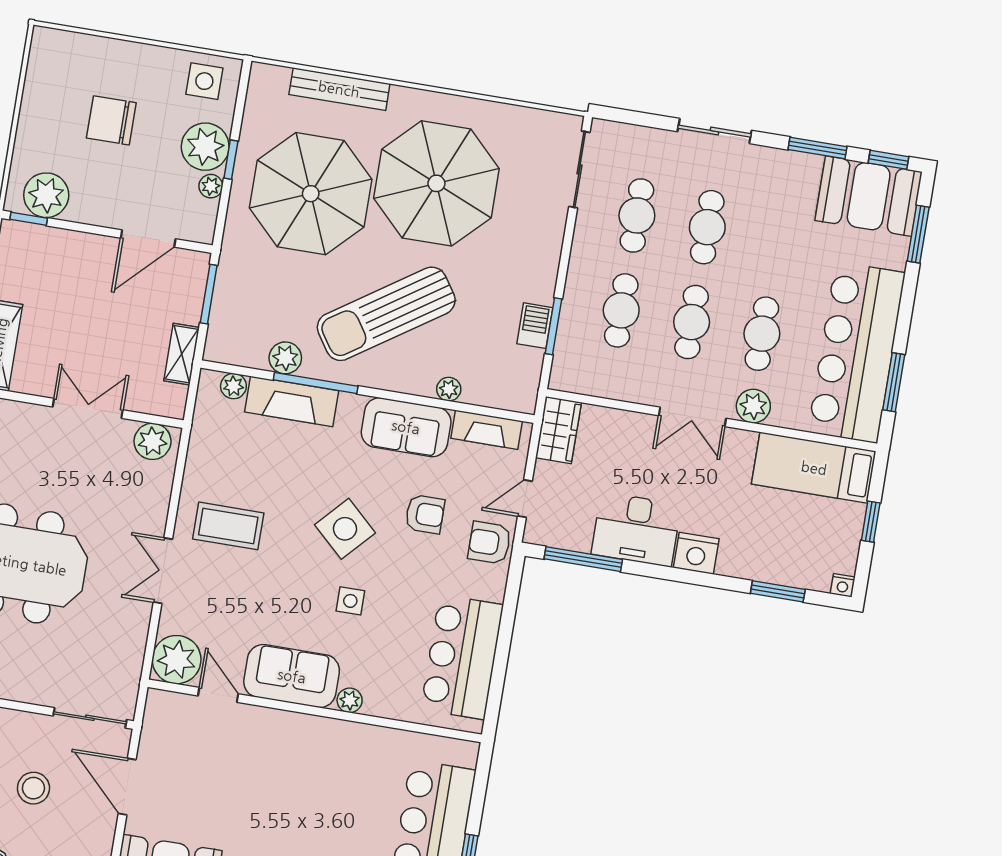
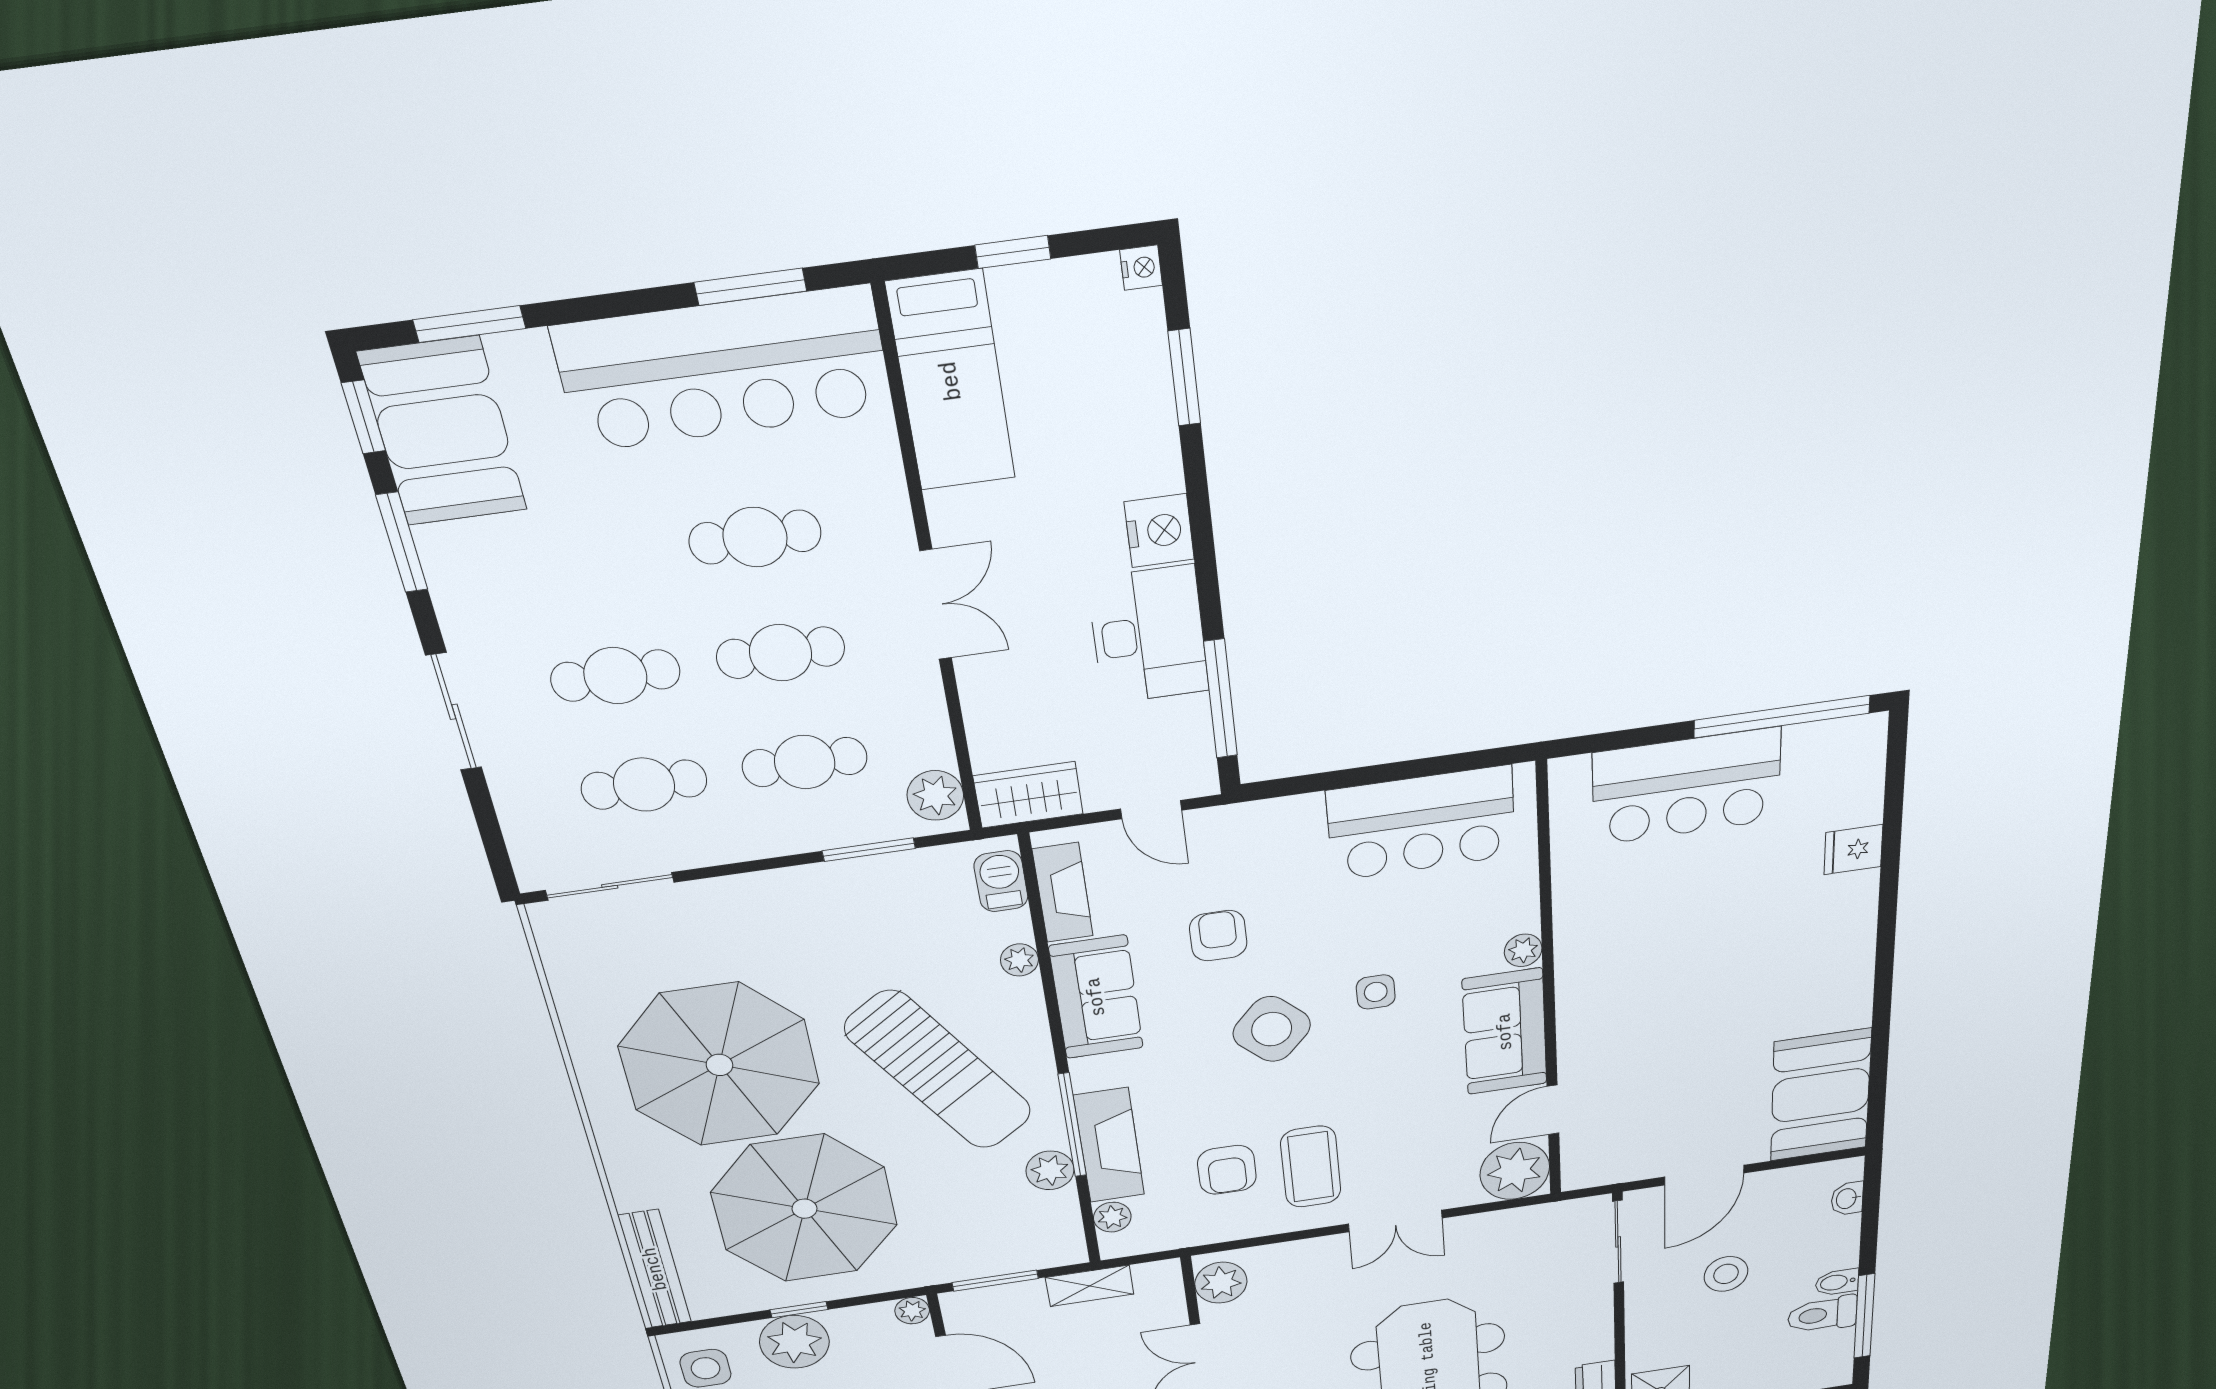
bench: (339, 89) -> (655, 1269), moved
plant: (211, 186) -> (912, 1311), moved
barbecue: (535, 326) -> (1001, 881), moved, turned 90
plant: (753, 406) -> (935, 795), moved
armchair: (489, 543) -> (1227, 1170), moved

